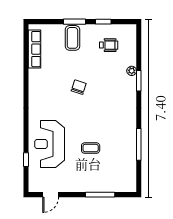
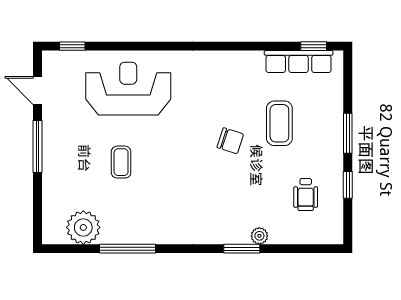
coffee table: (72, 38) -> (279, 123), moved, turned 90
window: (26, 41) -> (314, 46), added
window: (26, 160) -> (72, 46), moved
plant: (127, 169) -> (83, 227), added
window: (100, 195) -> (37, 146), moved

